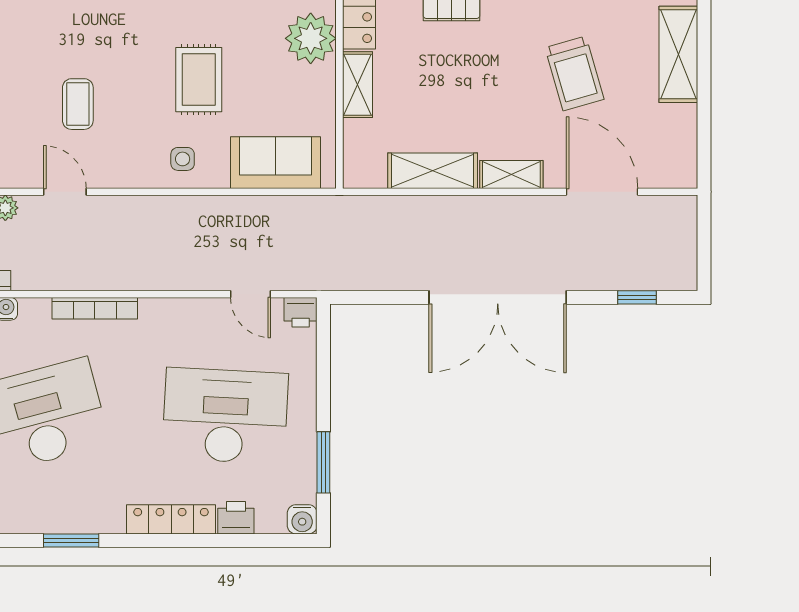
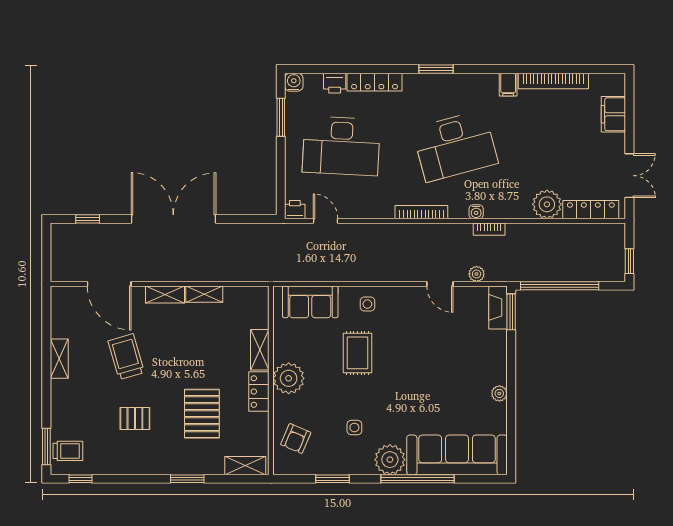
shelving: (678, 54) -> (59, 359), width x0.67, depth x0.75
coffee table: (78, 104) -> (432, 338), removed
shelving: (433, 171) -> (204, 294), width x0.67, depth x0.75

